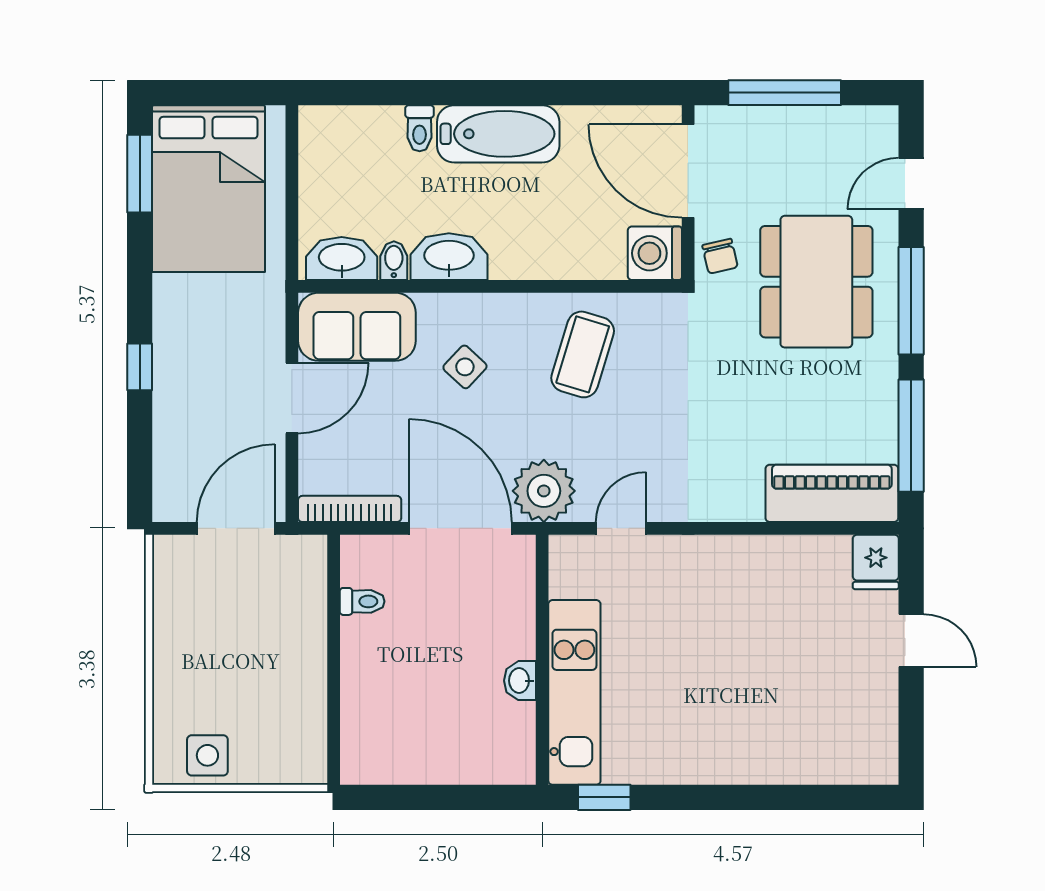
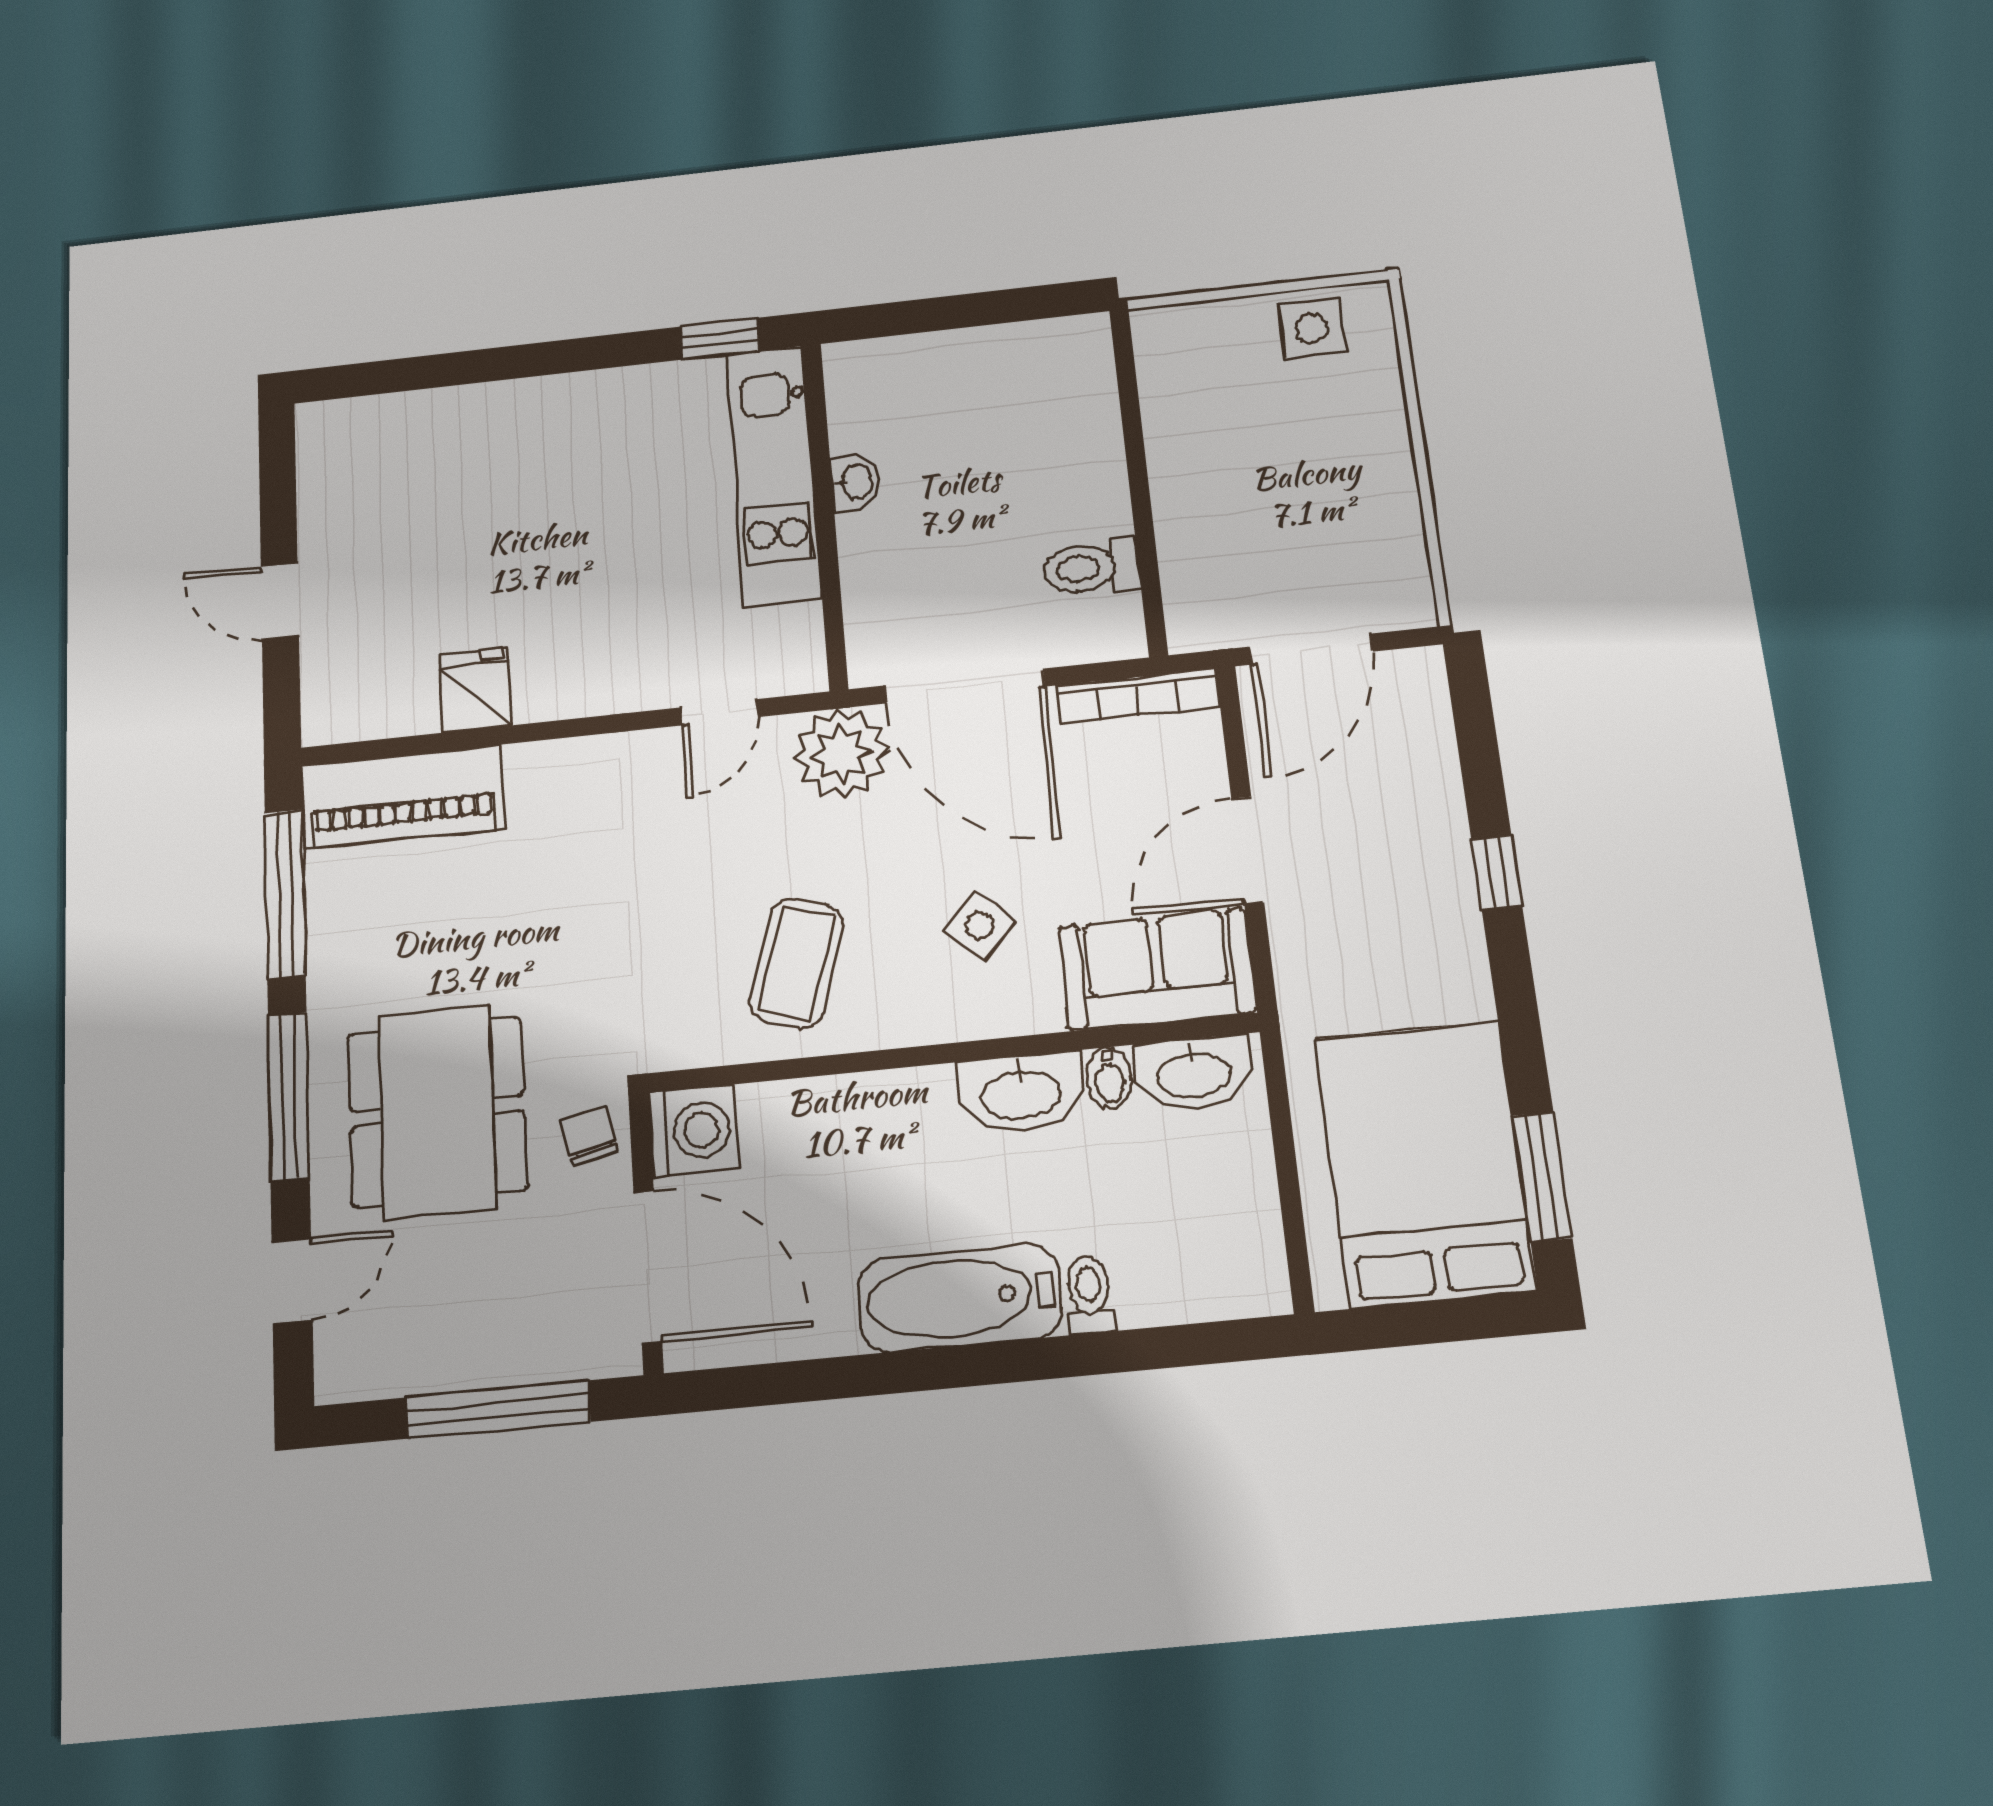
fridge: (876, 562) -> (475, 690), moved
toilet: (362, 601) -> (1091, 567), width x1.37, depth x1.39

